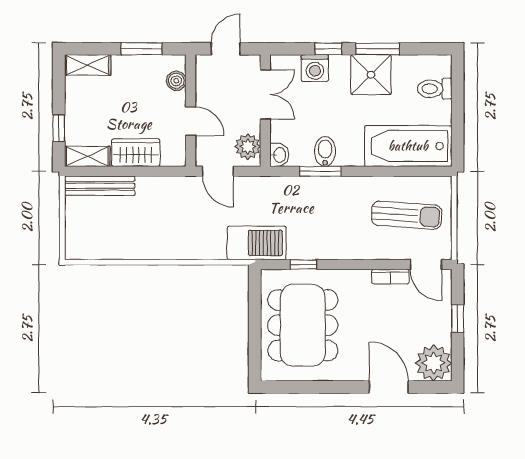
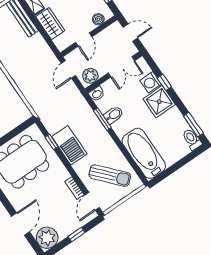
window: (377, 49) -> (193, 125), moved
shower: (371, 75) -> (159, 102), moved
toilet: (435, 89) -> (192, 139), moved
sun lounger: (407, 215) -> (110, 176), turned -46
barbecue: (257, 243) -> (69, 145), moved

